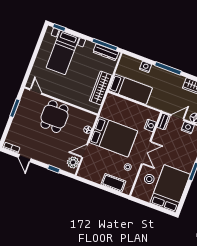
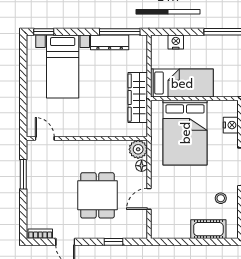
dresser: (106, 52) -> (110, 42), moved
nightstand: (146, 67) -> (176, 42), moved
dining table: (54, 117) -> (97, 195), moved
bed: (113, 137) -> (185, 133), moved, turned 90
plant: (73, 162) -> (138, 149), moved

